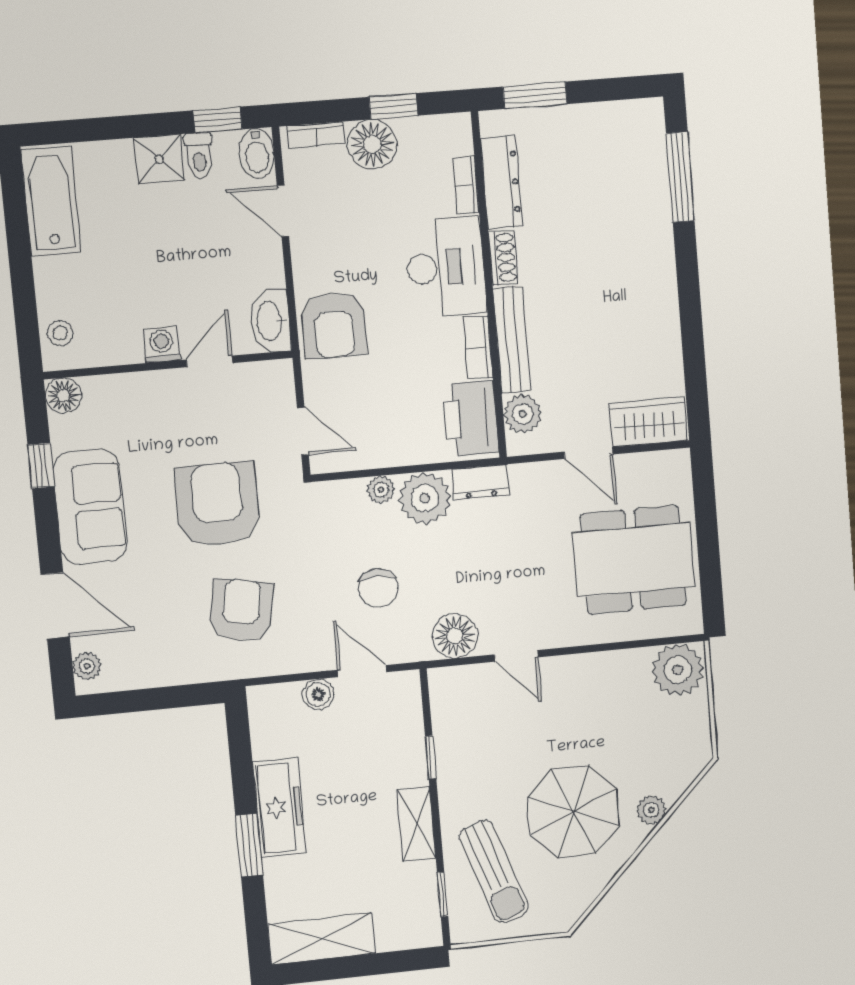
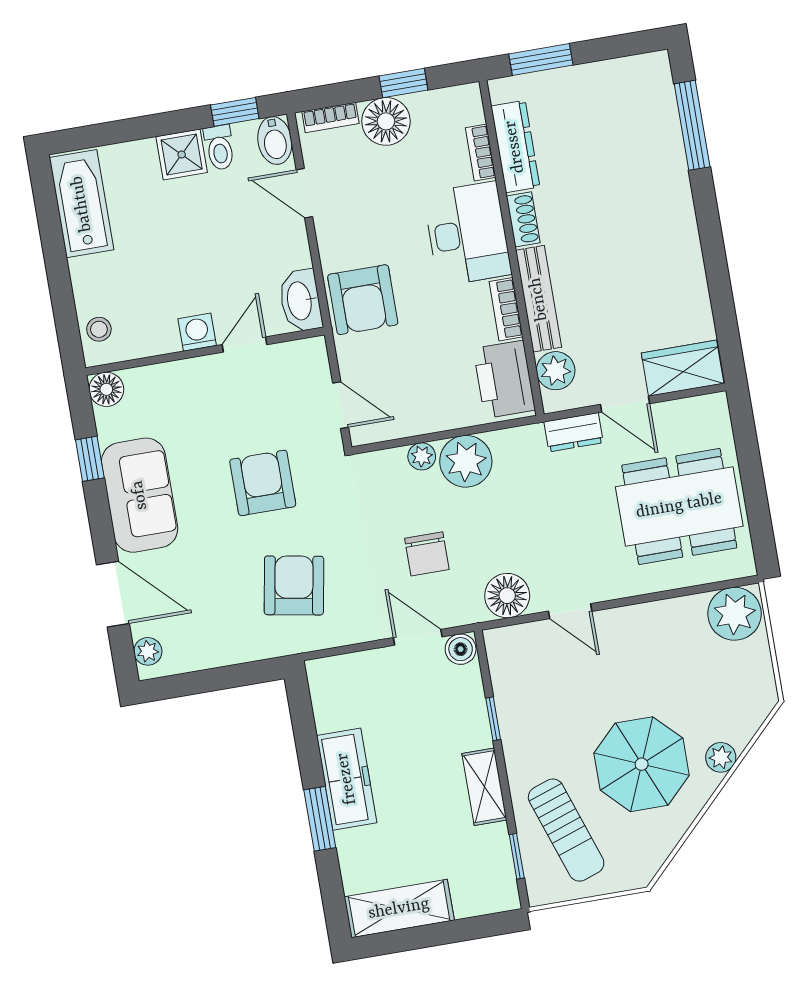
dresser: (480, 482) -> (574, 432), moved
armchair: (217, 504) -> (263, 483), width x0.73, depth x0.73
boiler: (318, 694) -> (461, 649), moved

